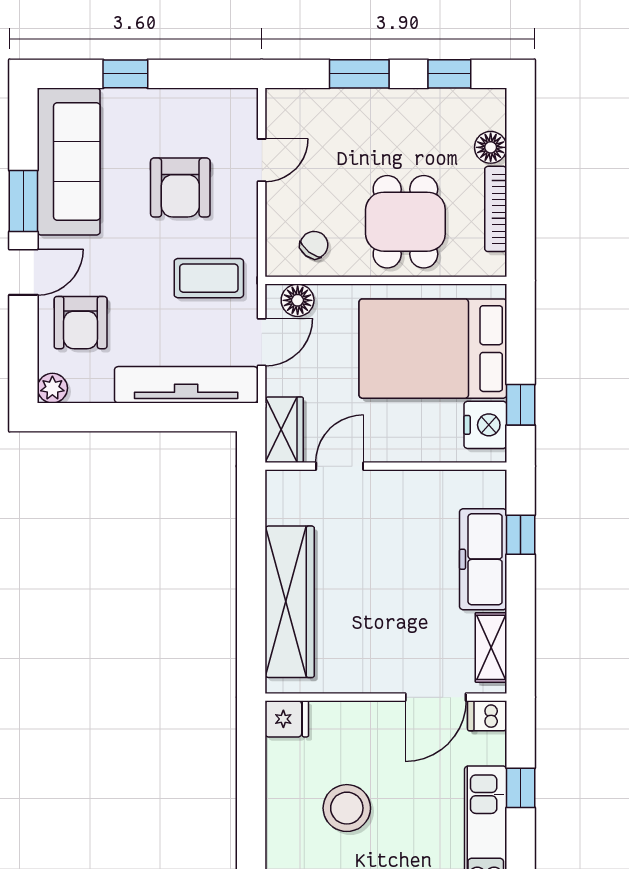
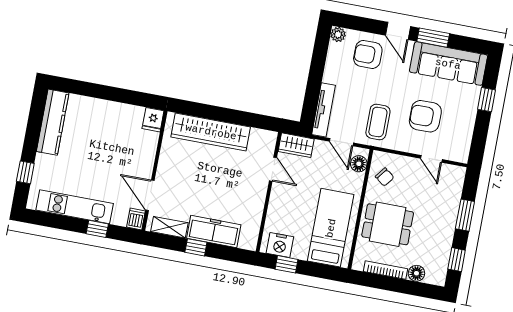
bed: (433, 349) -> (331, 228), width x0.67
tv unit: (186, 385) -> (324, 110), width x0.73, depth x0.78
window: (521, 535) -> (196, 247), moved
stool: (347, 808) -> (103, 141), removed

